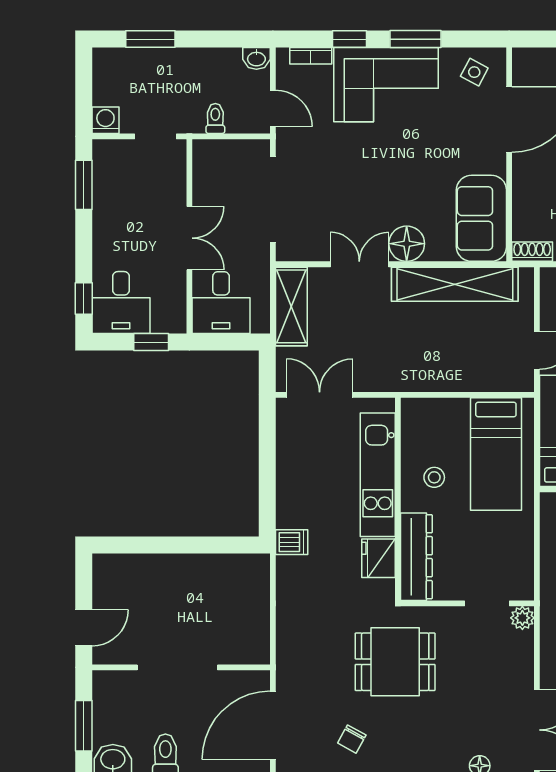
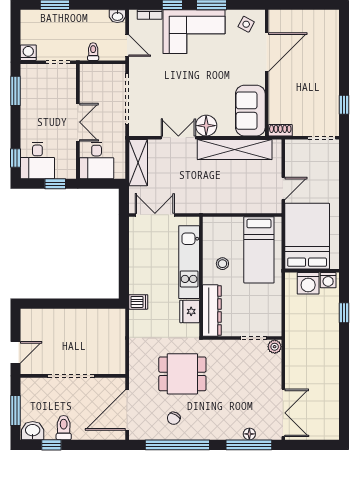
dining table: (395, 662) -> (182, 374), moved

